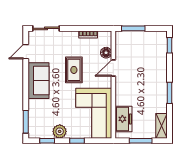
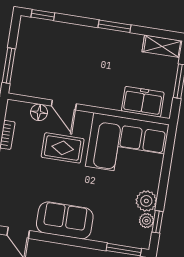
rug: (74, 70) -> (63, 148), moved
plant: (47, 134) -> (146, 221), added
window: (77, 141) -> (165, 177), removed

